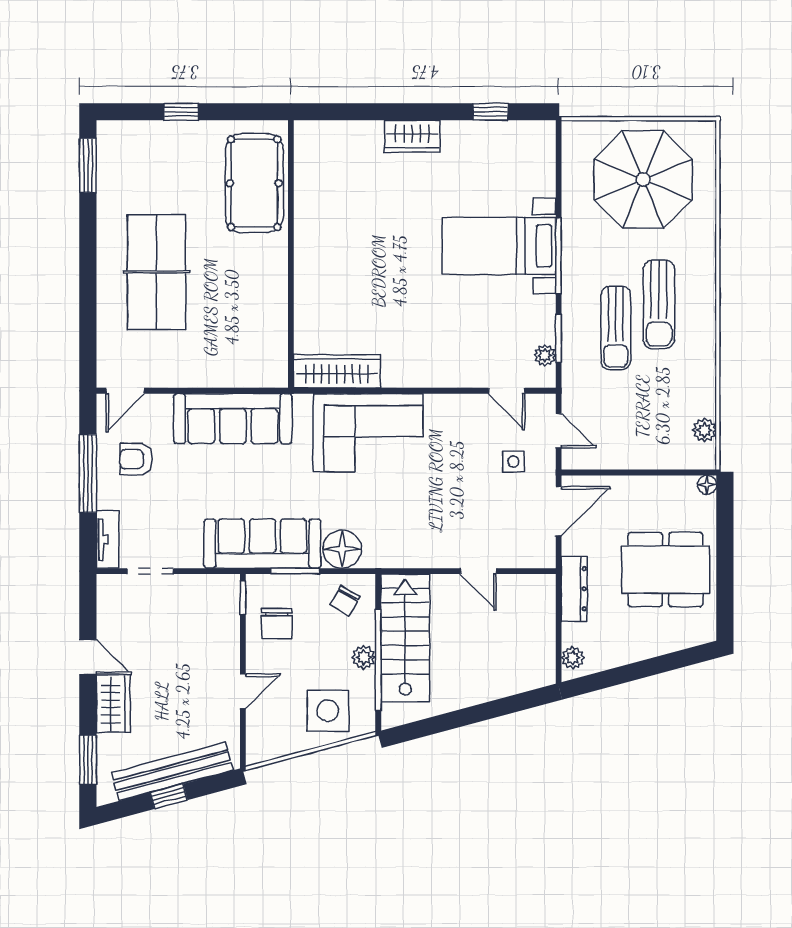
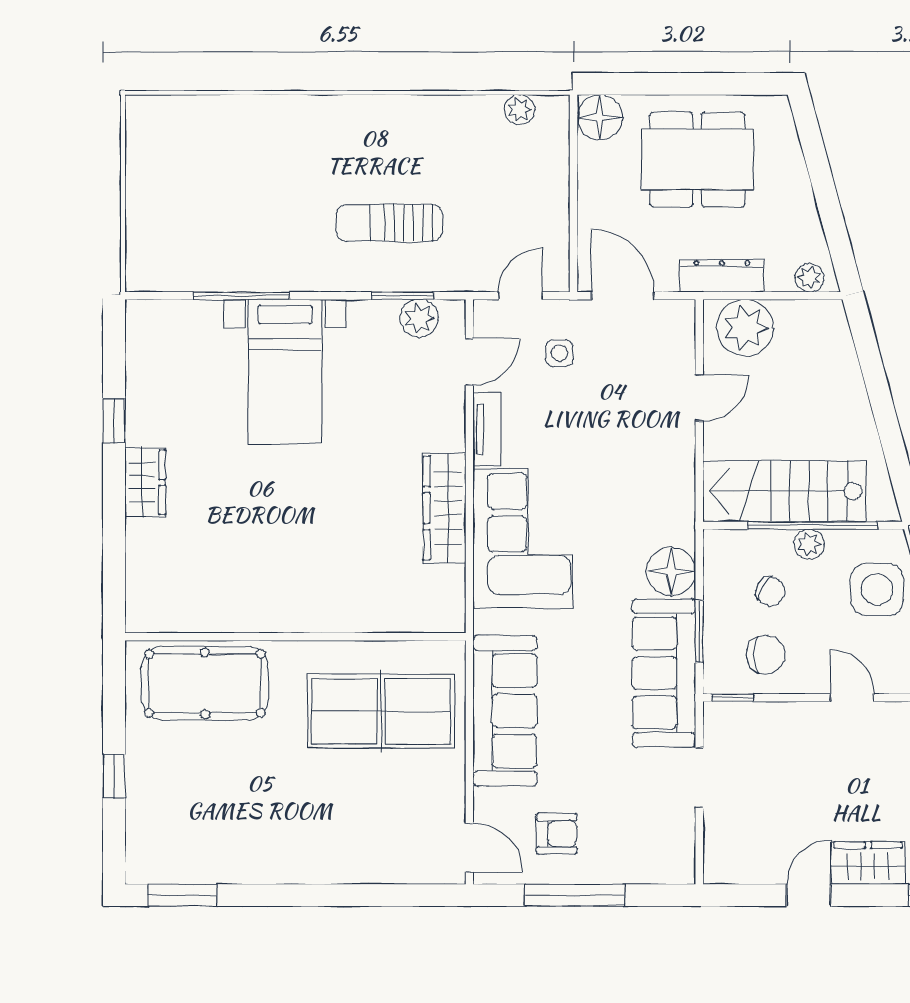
window: (491, 112) -> (114, 421), moved
parasol: (643, 179) -> (200, 188), removed
window: (559, 256) -> (241, 296), moved
table tennis table: (157, 272) -> (381, 711), moved
sun lounger: (659, 304) -> (359, 168), removed
sun lounger: (616, 328) -> (389, 223), turned 180
plant: (545, 355) -> (419, 318), width x1.38, depth x1.38
wardrobe: (337, 371) -> (444, 508), moved
armchair: (136, 459) -> (557, 834), turned -90
floor lamp: (707, 485) -> (600, 117), width x1.89, depth x1.89
tv unit: (107, 539) -> (487, 429), moved, turned 90
dining table: (665, 570) -> (697, 159), turned 90
doorway: (150, 571) -> (699, 778), moved
chair: (345, 601) -> (770, 591), moved
plant: (533, 607) -> (745, 328), added

